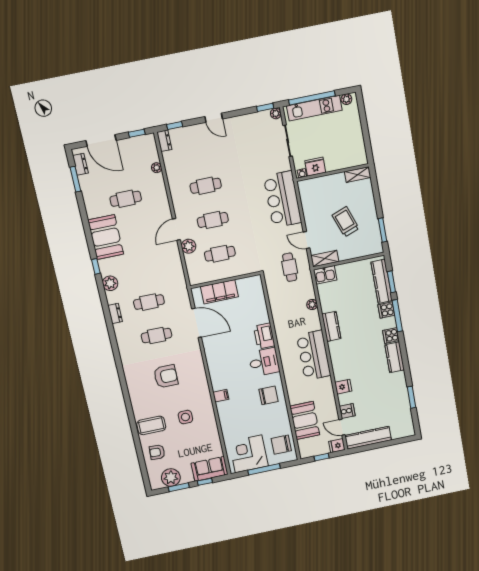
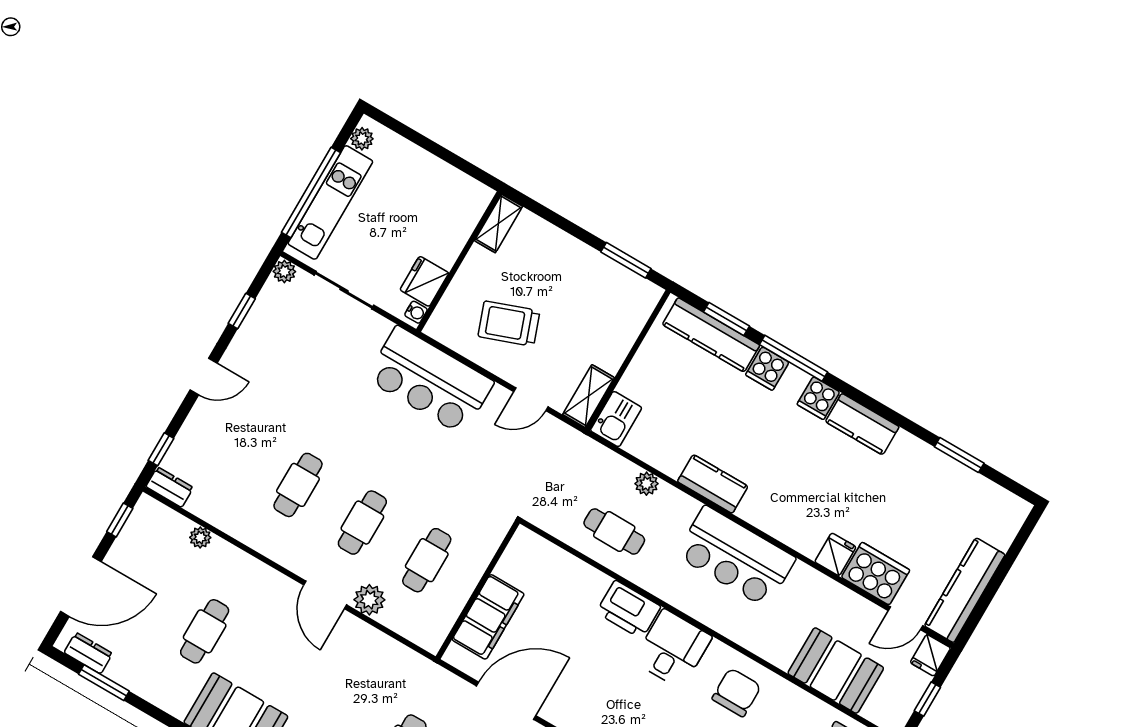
window: (265, 107) -> (242, 311), moved
trolley: (346, 222) -> (509, 324), moved
cafe table: (290, 267) -> (614, 531), moved
cooker: (347, 411) -> (876, 574), width x1.87, depth x1.31

